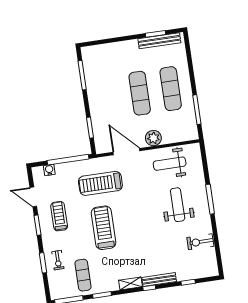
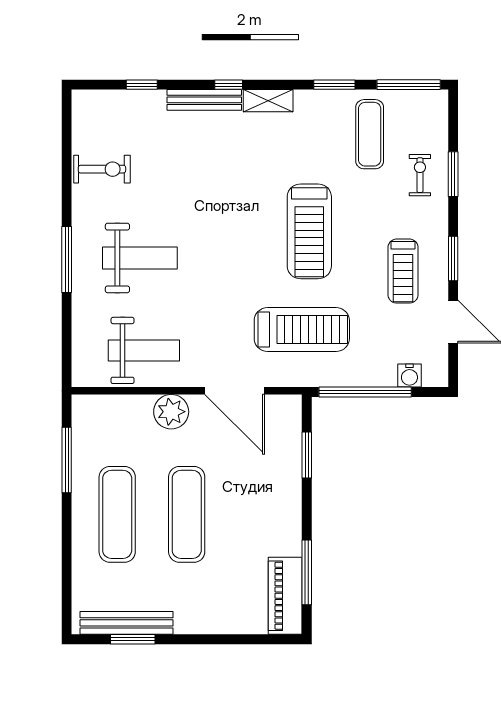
piano: (90, 63) -> (285, 596), added
weight bench: (178, 205) -> (140, 258), turned -90

